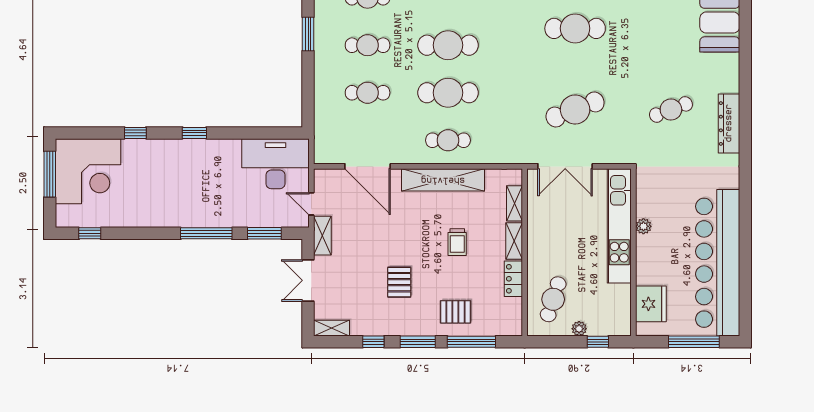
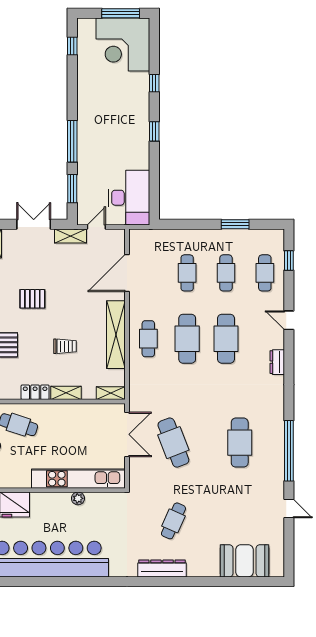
cafe table: (671, 110) -> (173, 521), turned 45
double door: (565, 166) -> (127, 434), swing flipped
shelving: (515, 203) -> (111, 393), moved
trolley: (457, 242) -> (65, 346), turned 180

